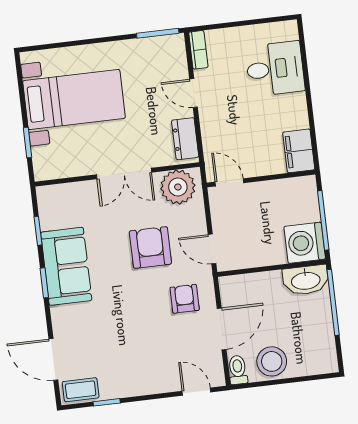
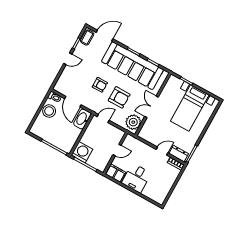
desk: (275, 69) -> (136, 178), moved
dresser: (185, 139) -> (179, 154), moved
door: (229, 182) -> (117, 150), moved
sofa: (66, 266) -> (132, 66), width x1.85, depth x1.27
washbasin: (306, 280) -> (82, 119), moved
armchair: (185, 299) -> (100, 85), moved
door: (196, 392) -> (68, 59), moved

